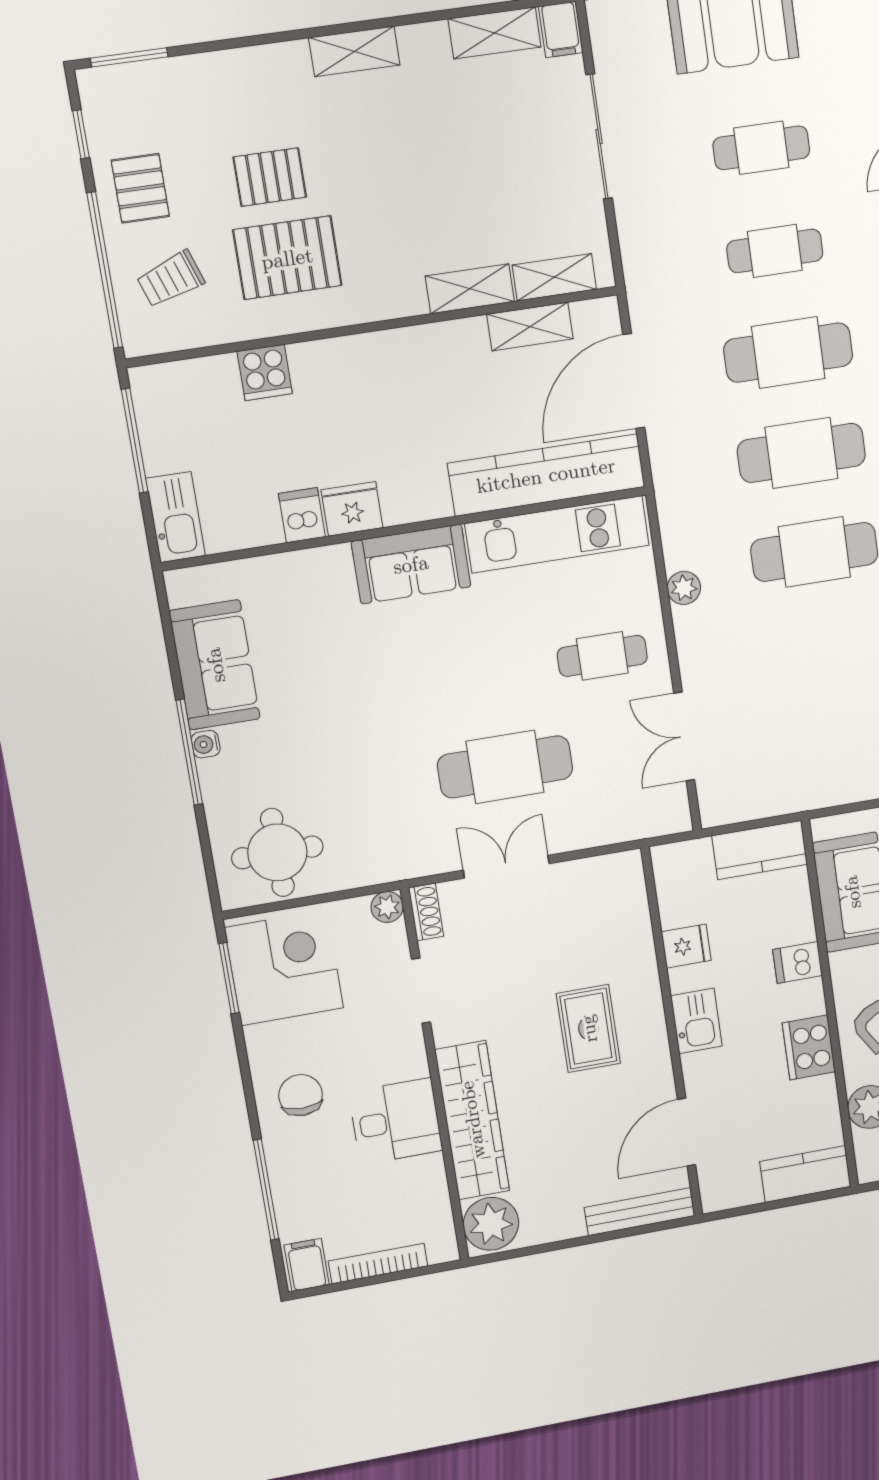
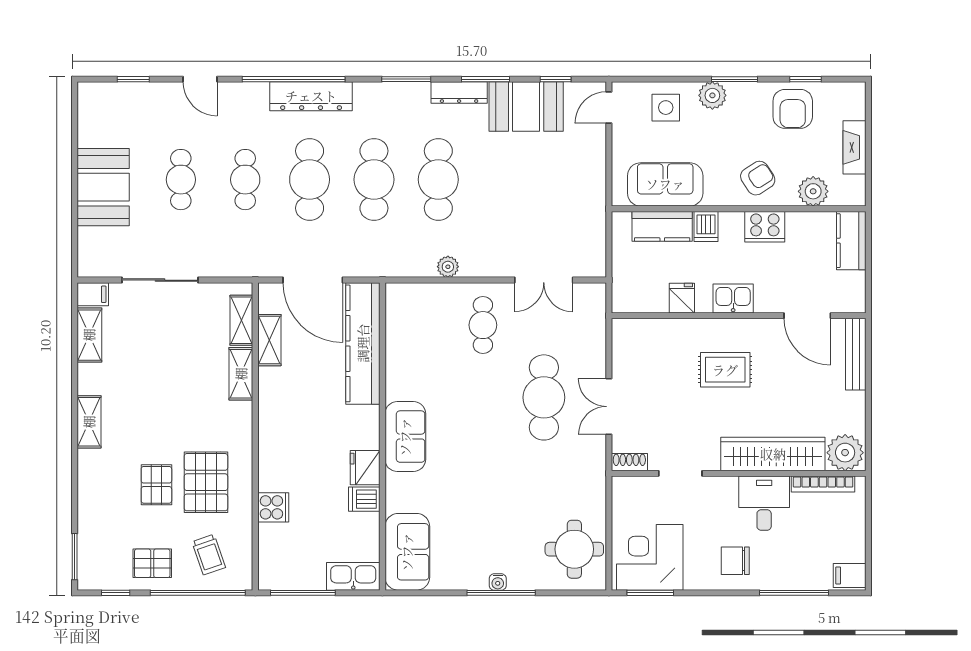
kitchen unit: (557, 534) -> (401, 342), removed
sofa: (215, 665) -> (407, 552), moved, turned 90
kitchen counter: (760, 850) -> (662, 226), moved, turned 90
plant: (387, 907) -> (622, 486), removed
bookcase: (378, 1263) -> (823, 484), moved, turned -90

